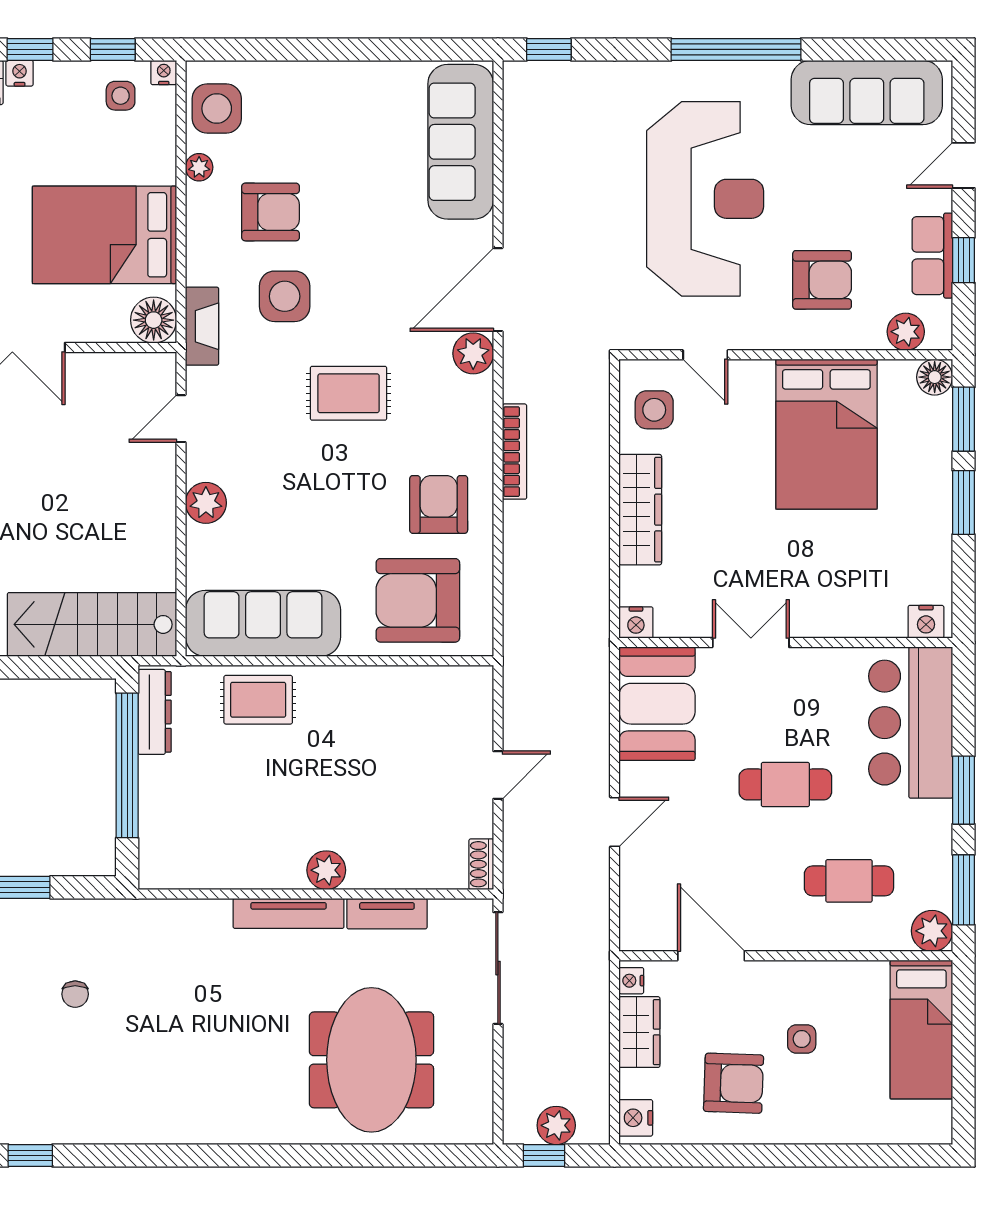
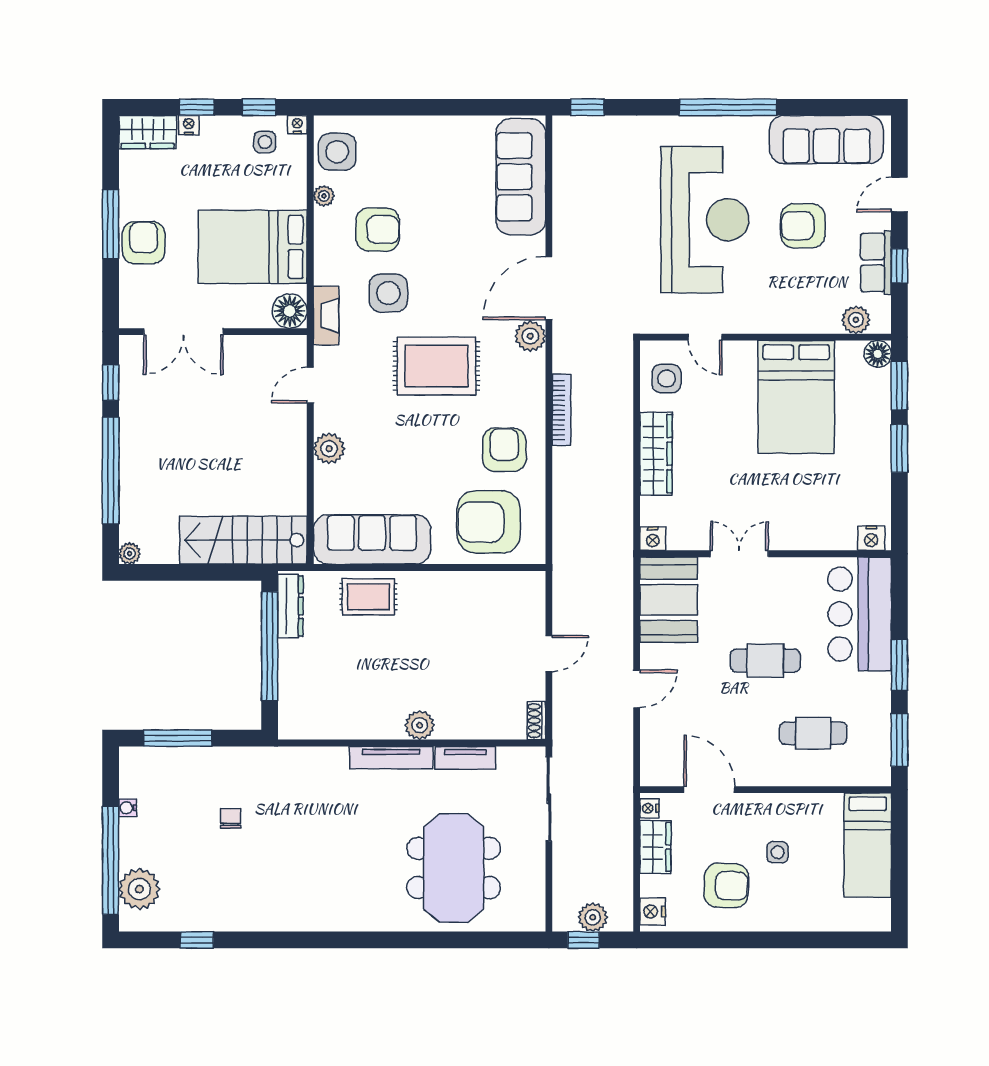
armchair: (822, 280) -> (803, 226), moved, turned 180
rug: (349, 393) -> (436, 366), width x1.36, depth x1.43
plant: (932, 931) -> (876, 771), removed
chair: (75, 994) -> (231, 818), turned 180

